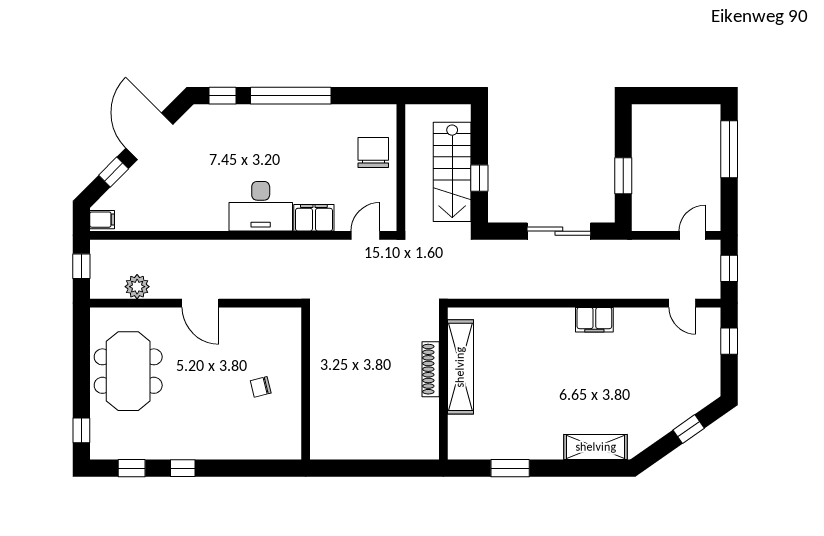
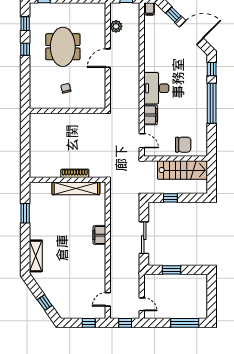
stairs: (452, 172) -> (183, 170), moved, turned 180
filing cabinet: (594, 320) -> (99, 235), moved
meeting table: (128, 371) -> (63, 47), moved, turned 90

